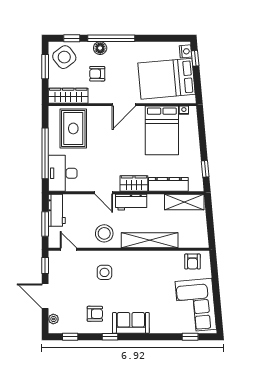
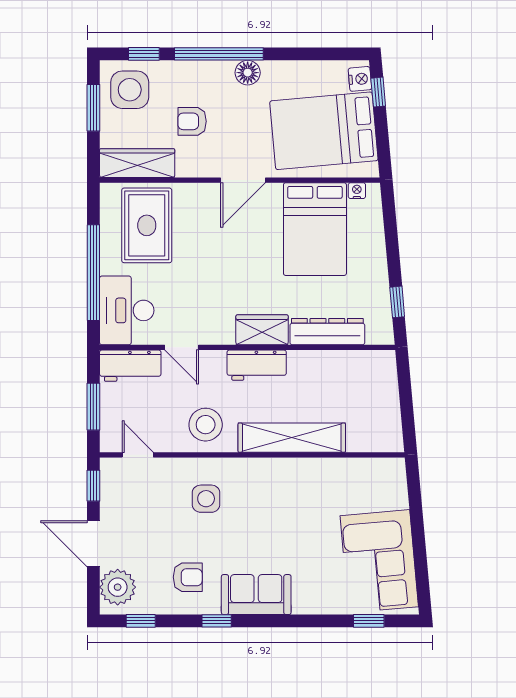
floor lamp: (100, 48) -> (248, 73), moved
side table: (64, 57) -> (130, 90), turned 37
door: (104, 193) -> (182, 347), moved
shelving: (184, 202) -> (358, 365), removed
workbench: (57, 210) -> (130, 366), moved, turned 90
armchair: (193, 262) -> (373, 478), removed
plant: (53, 319) -> (118, 587), width x1.88, depth x1.88

